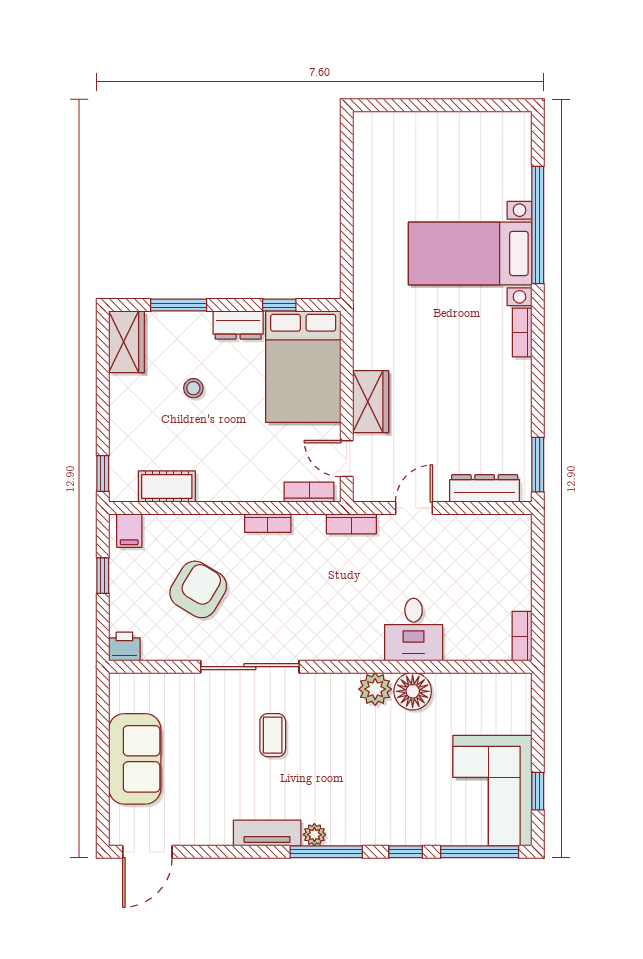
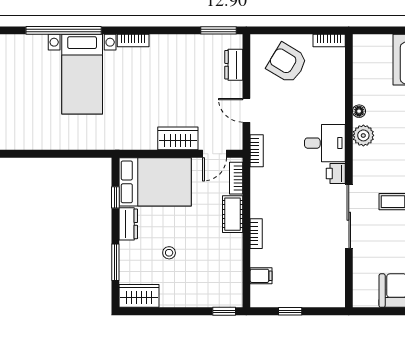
cot: (167, 487) -> (233, 214), moved
dresser: (485, 488) -> (234, 65), width x0.70
bookcase: (268, 523) -> (256, 234), moved
filing cabinet: (129, 531) -> (261, 276), moved
armchair: (198, 589) -> (287, 63), moved
desk: (414, 630) -> (325, 143), moved
printer: (124, 646) -> (336, 173), moved
floor lamp: (413, 691) -> (359, 111), width x0.53, depth x0.53

